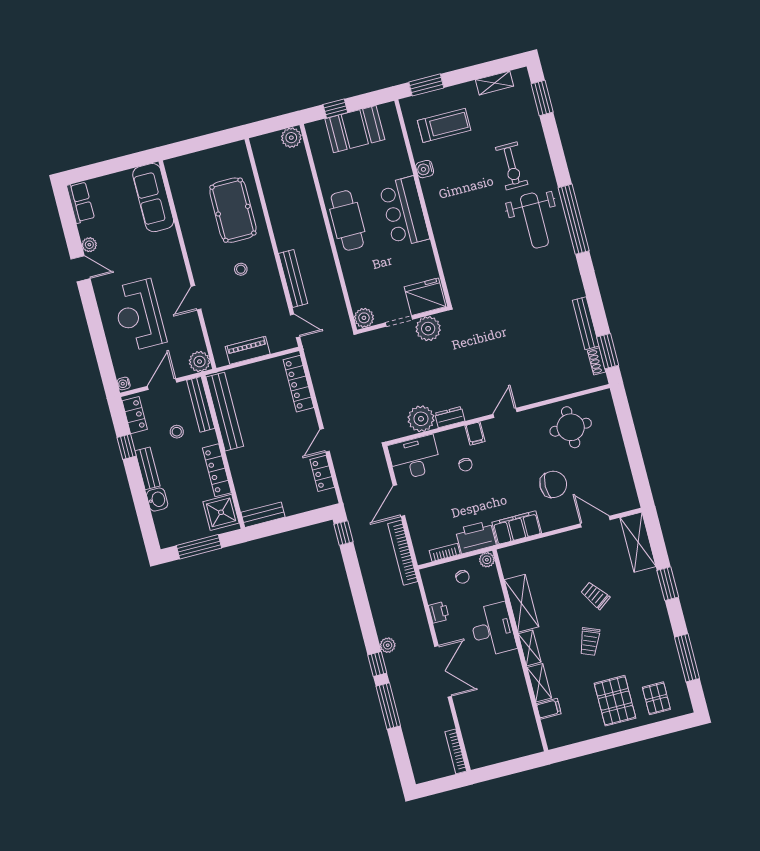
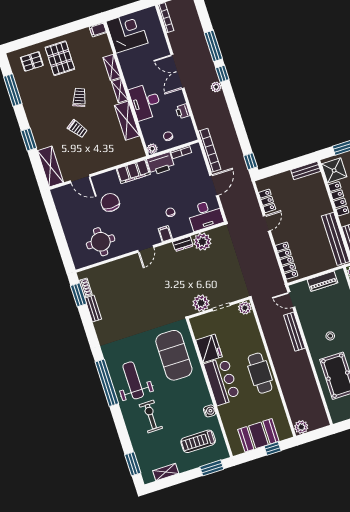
exercise mat: (472, 254) -> (174, 355), added
fridge: (425, 297) -> (209, 348), moved, turned -90
bench: (586, 323) -> (93, 308), width x0.73
chair: (553, 484) -> (110, 202), turned 90
pallet: (656, 698) -> (32, 61), turned 90
filing cabinet: (549, 709) -> (98, 30), moved
corner desk: (514, 733) -> (127, 32), added

